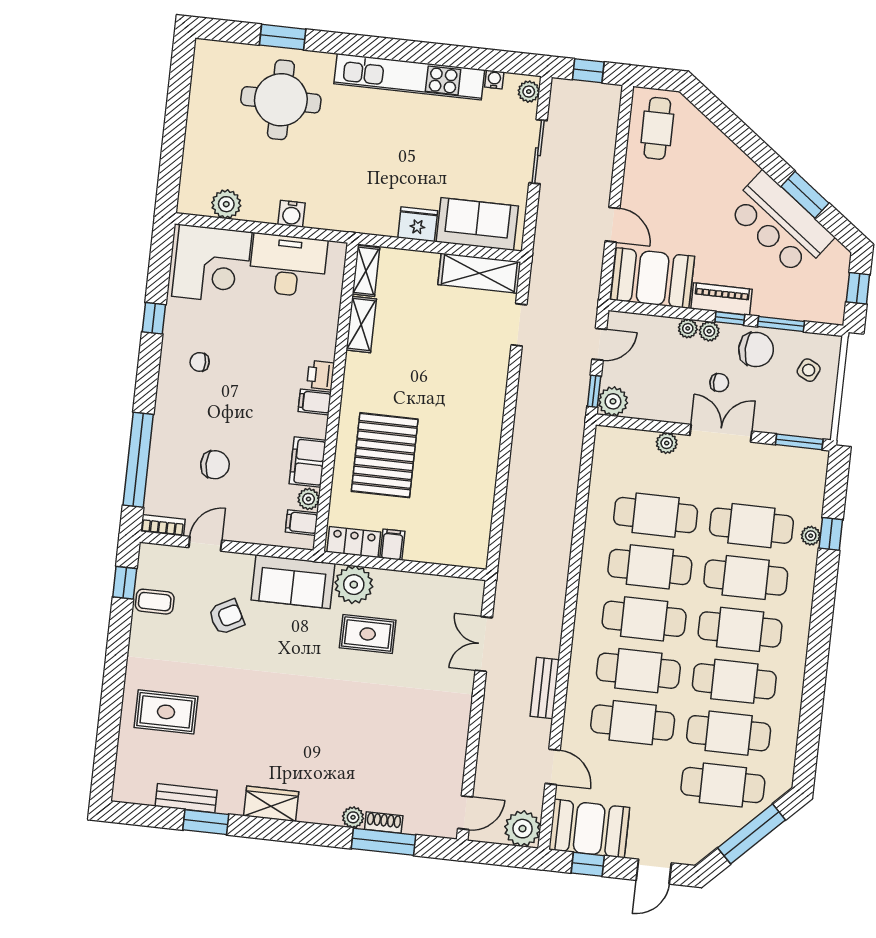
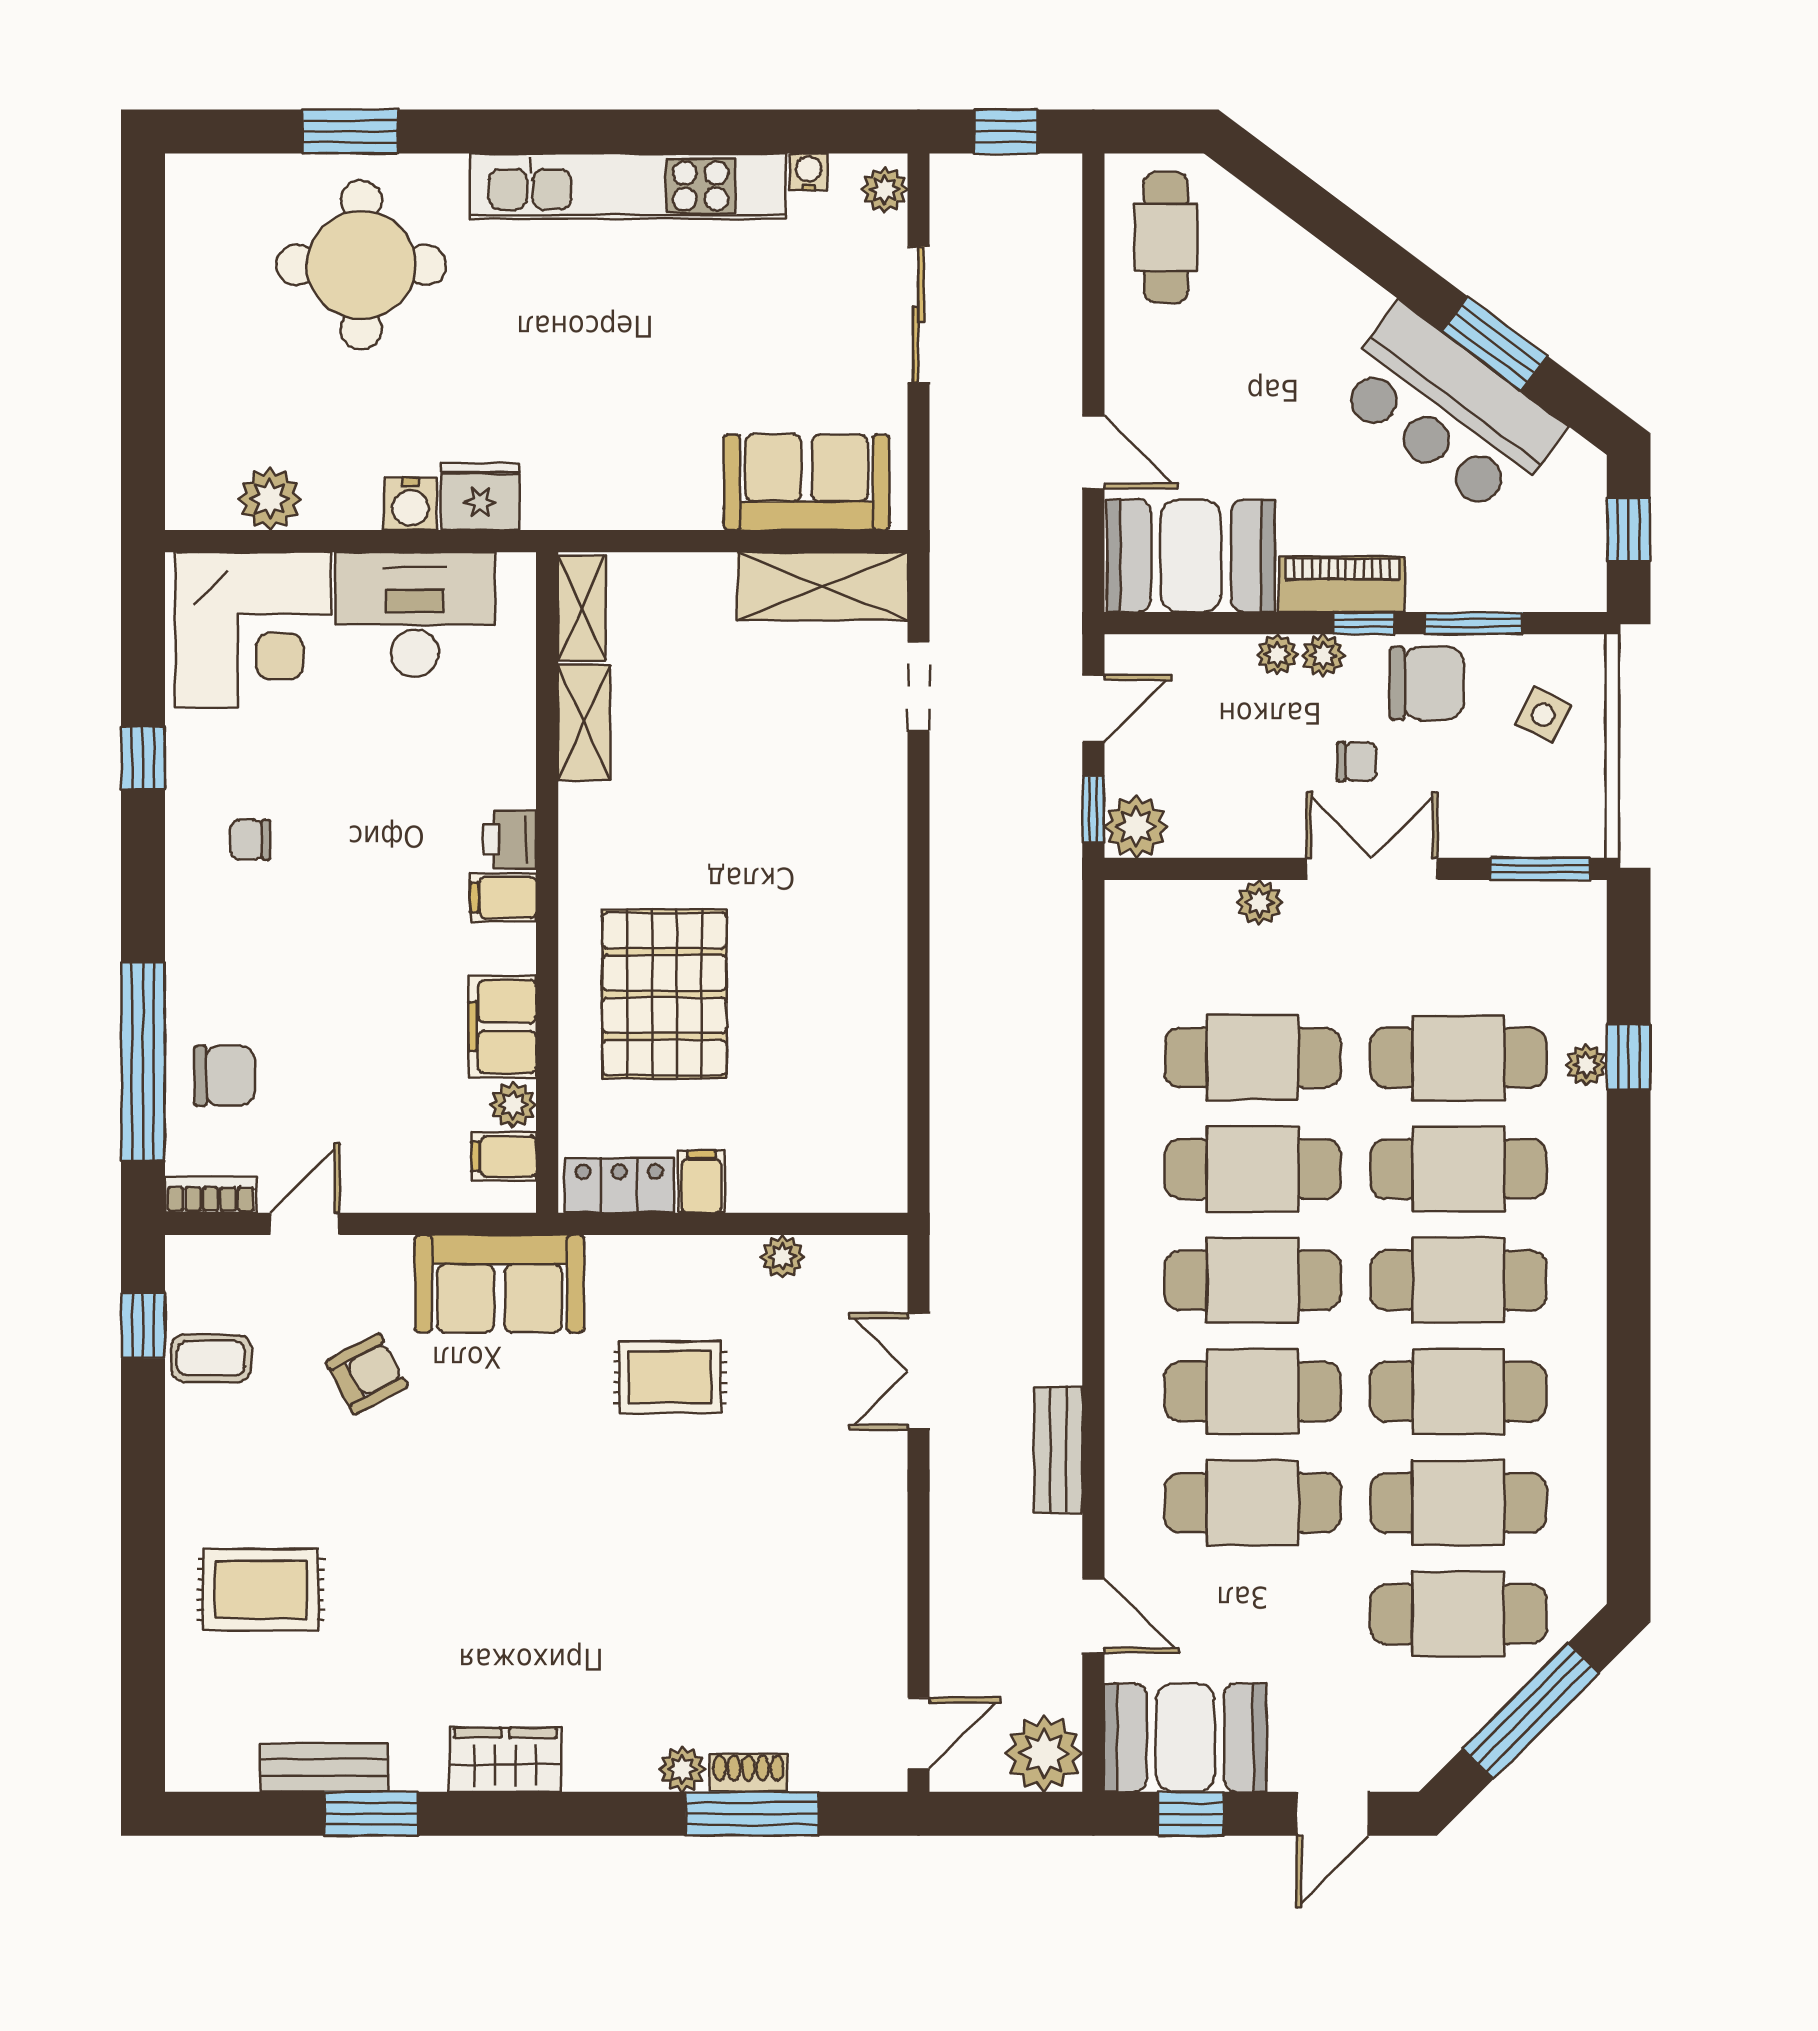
fridge: (418, 224) -> (480, 497), moved
chair: (215, 465) -> (224, 1076), moved
plant: (354, 585) -> (782, 1257), moved, width x0.53, depth x0.53

